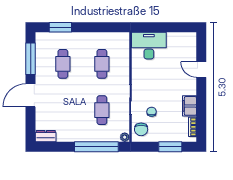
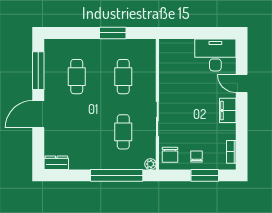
window: (60, 27) -> (113, 33), moved
desk: (149, 46) -> (215, 55), moved
filing cabinet: (189, 106) -> (228, 110), moved
chair: (152, 112) -> (196, 157), moved

